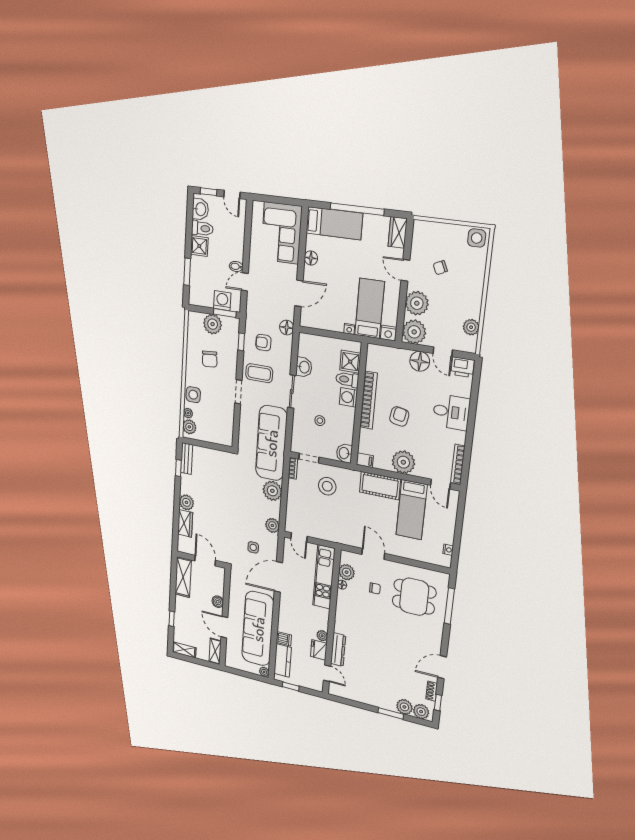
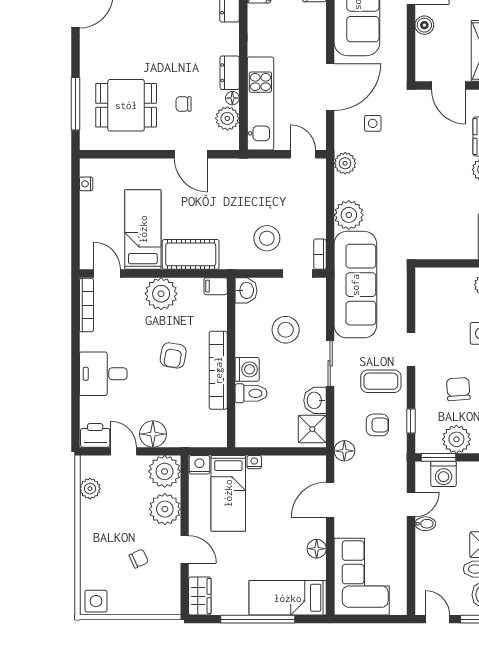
shower: (350, 362) -> (312, 429), moved
stool: (320, 421) -> (286, 330), width x1.89, depth x1.89
dresser: (342, 602) -> (230, 73), added
plant: (322, 636) -> (256, 13), removed

